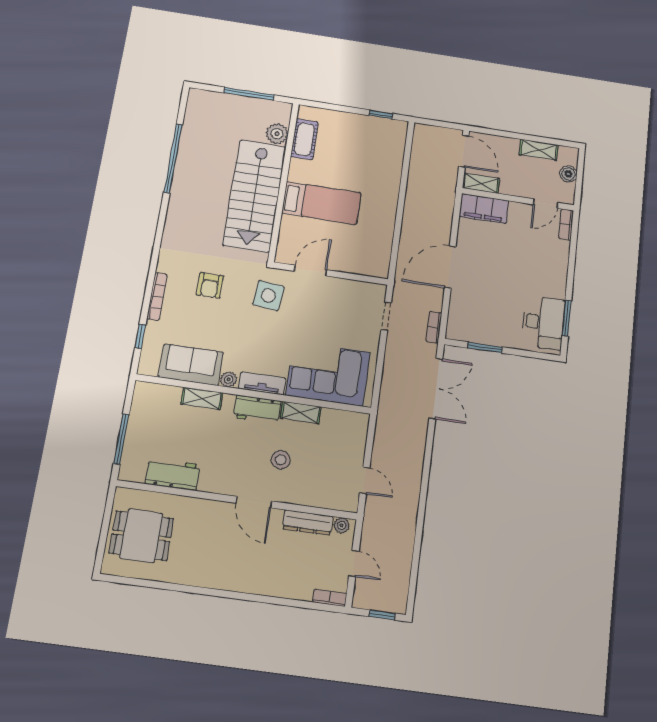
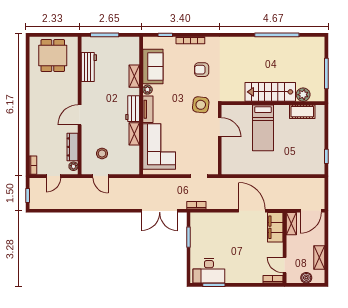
stairs: (255, 196) -> (270, 92), width x0.73, depth x0.66
door: (450, 267) -> (252, 211), moved
stool: (281, 460) -> (102, 153), moved
door: (365, 480) -> (100, 176), hinge flipped

